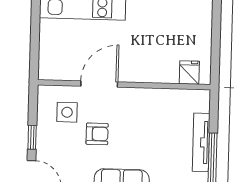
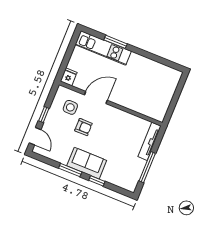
fridge: (189, 73) -> (69, 77), moved
tv unit: (201, 142) -> (150, 141), moved

